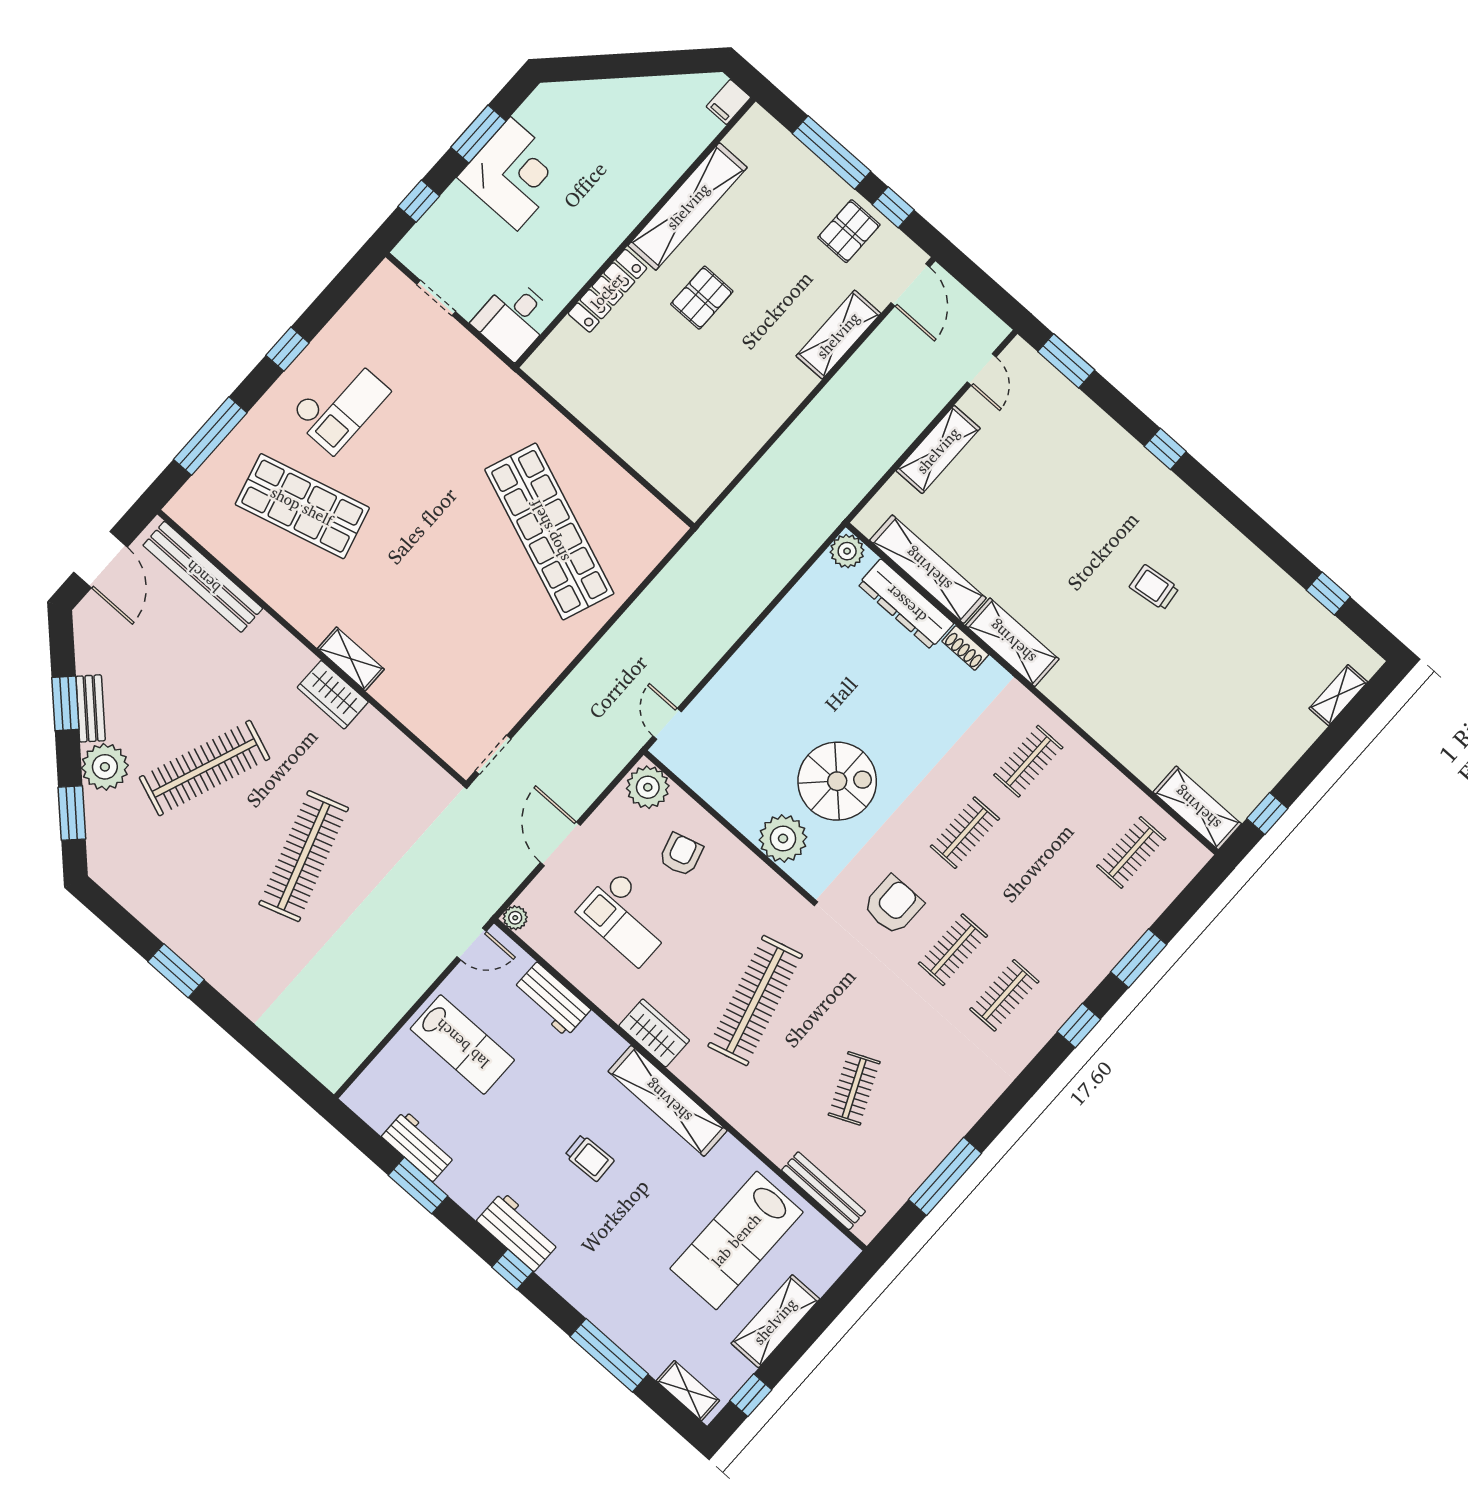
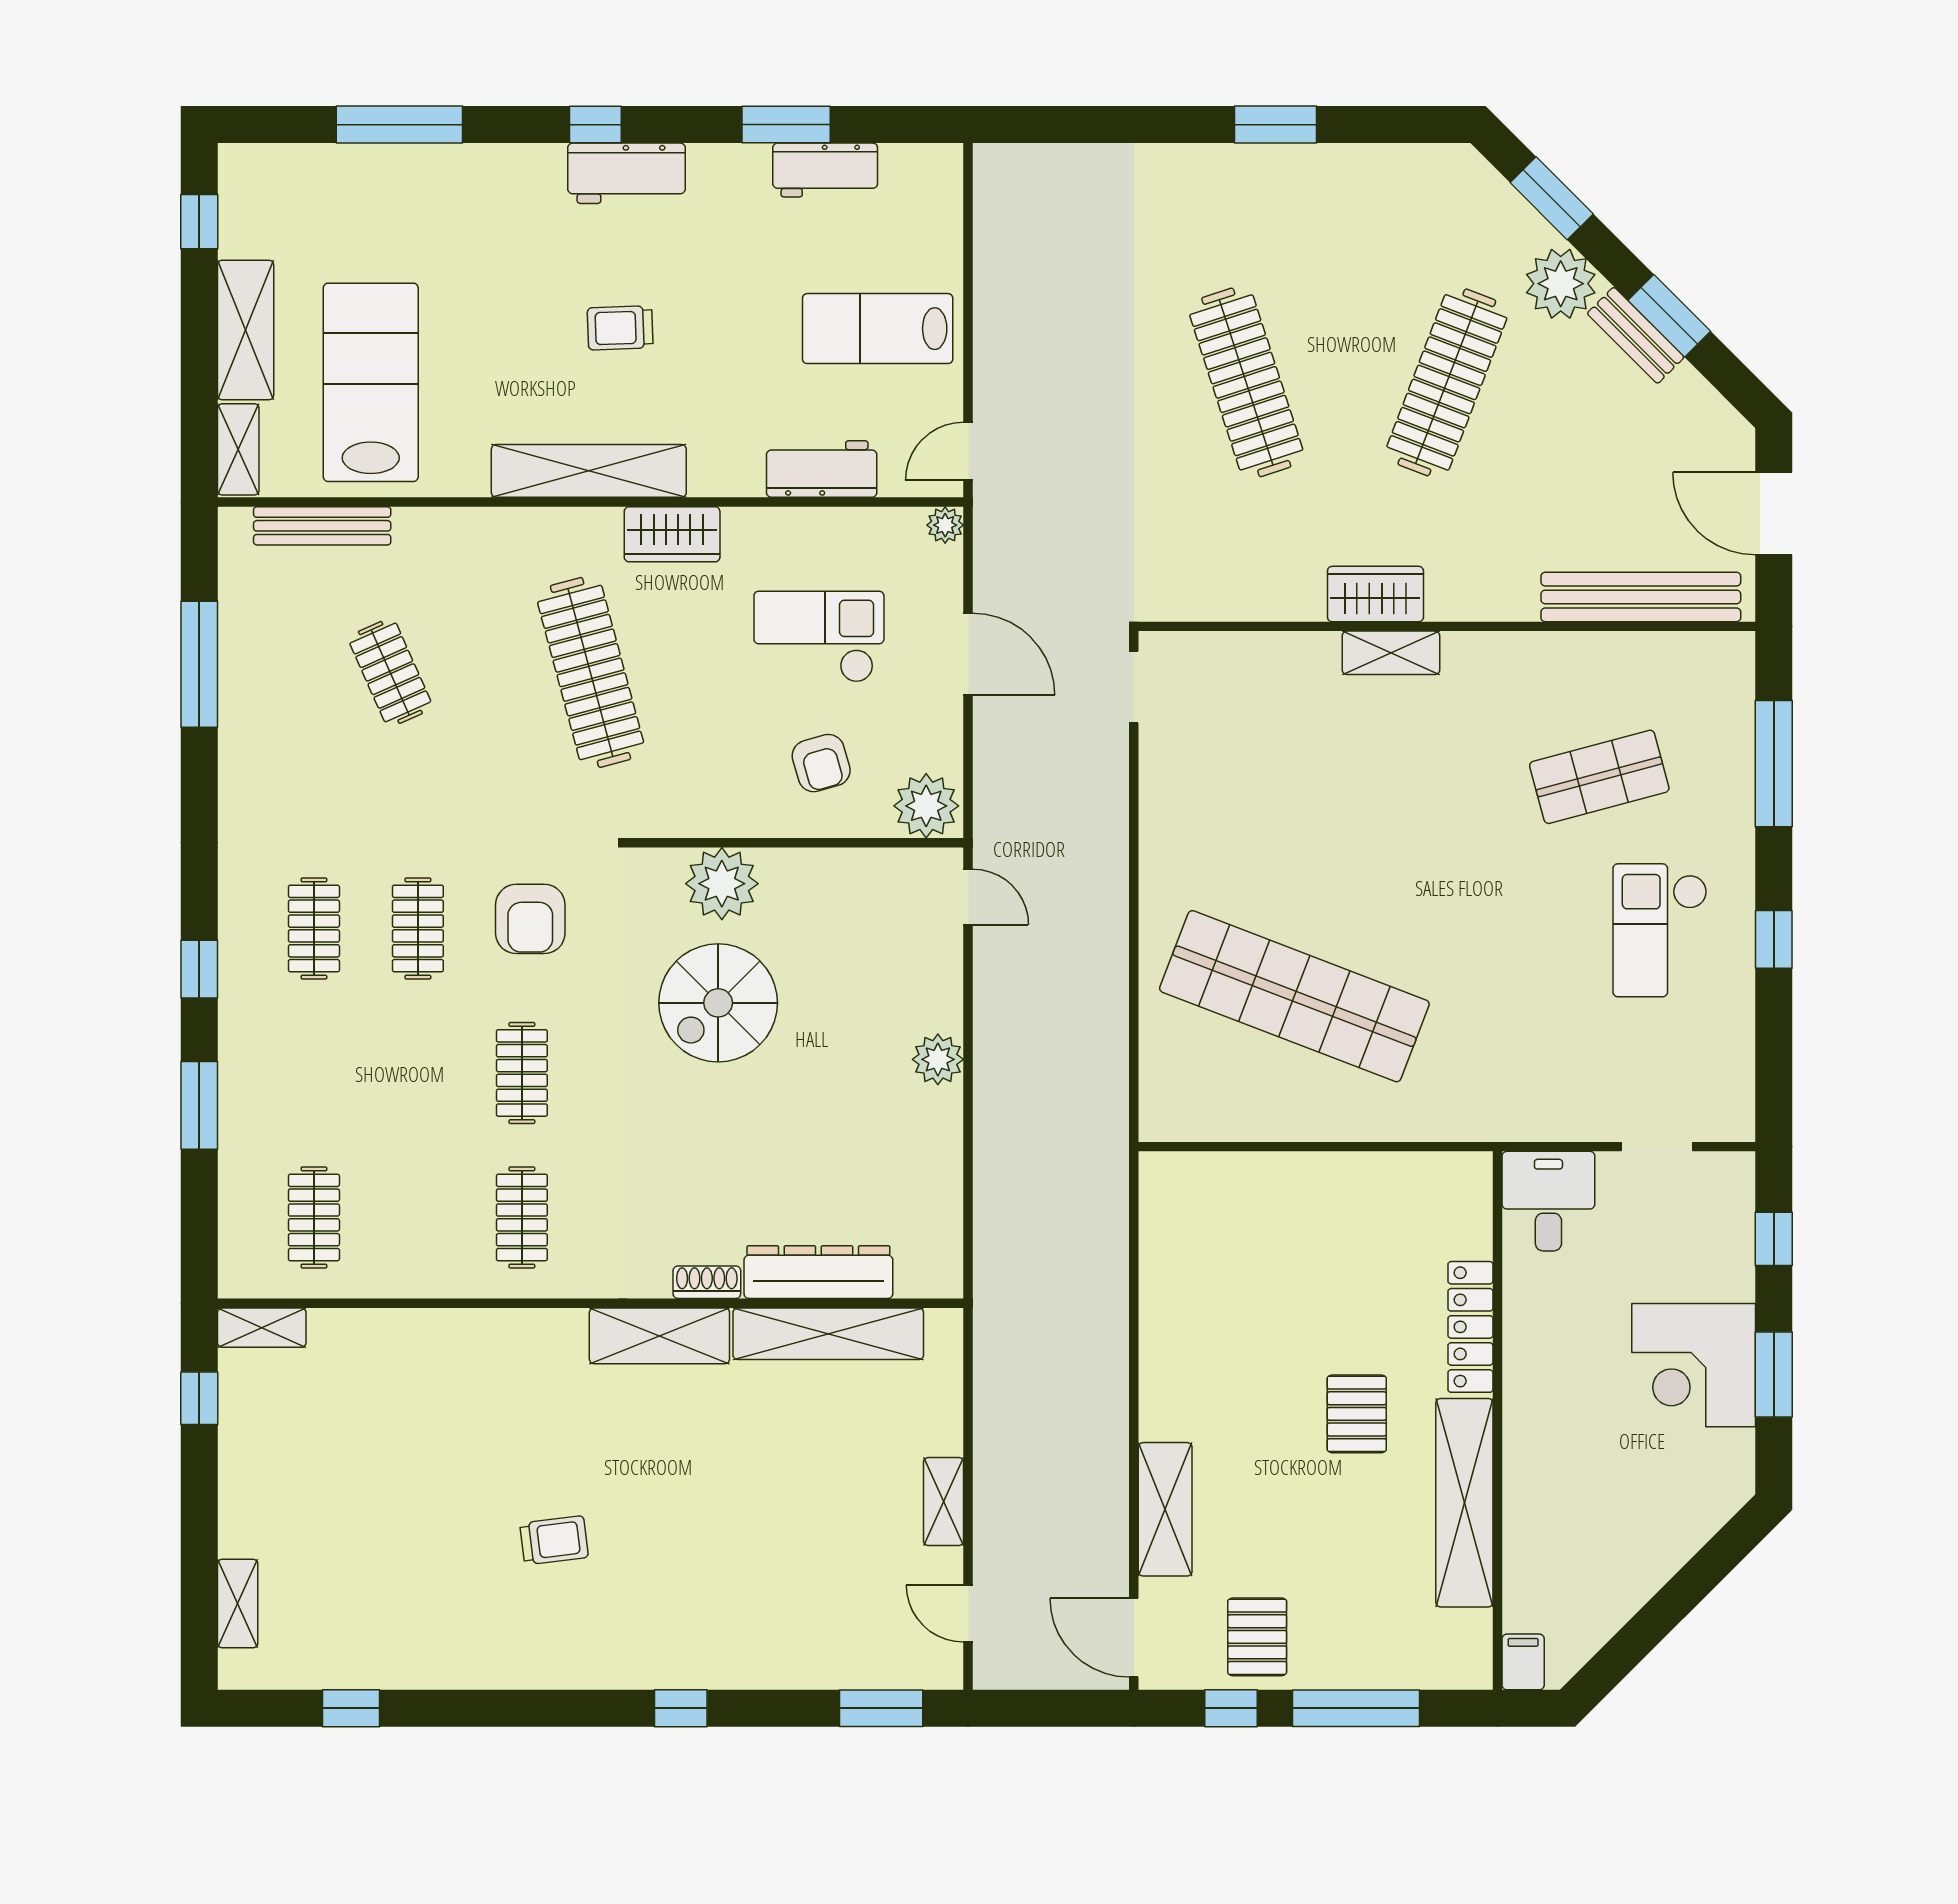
shelving: (938, 450) -> (944, 1502), width x0.67, depth x0.75
shop shelf: (302, 506) -> (1599, 777), width x0.70, depth x0.74
plant: (847, 551) -> (938, 1059), moved
shelving: (1197, 808) -> (262, 1328), width x0.67, depth x0.75
shelving: (688, 1391) -> (238, 449), moved, turned 90

